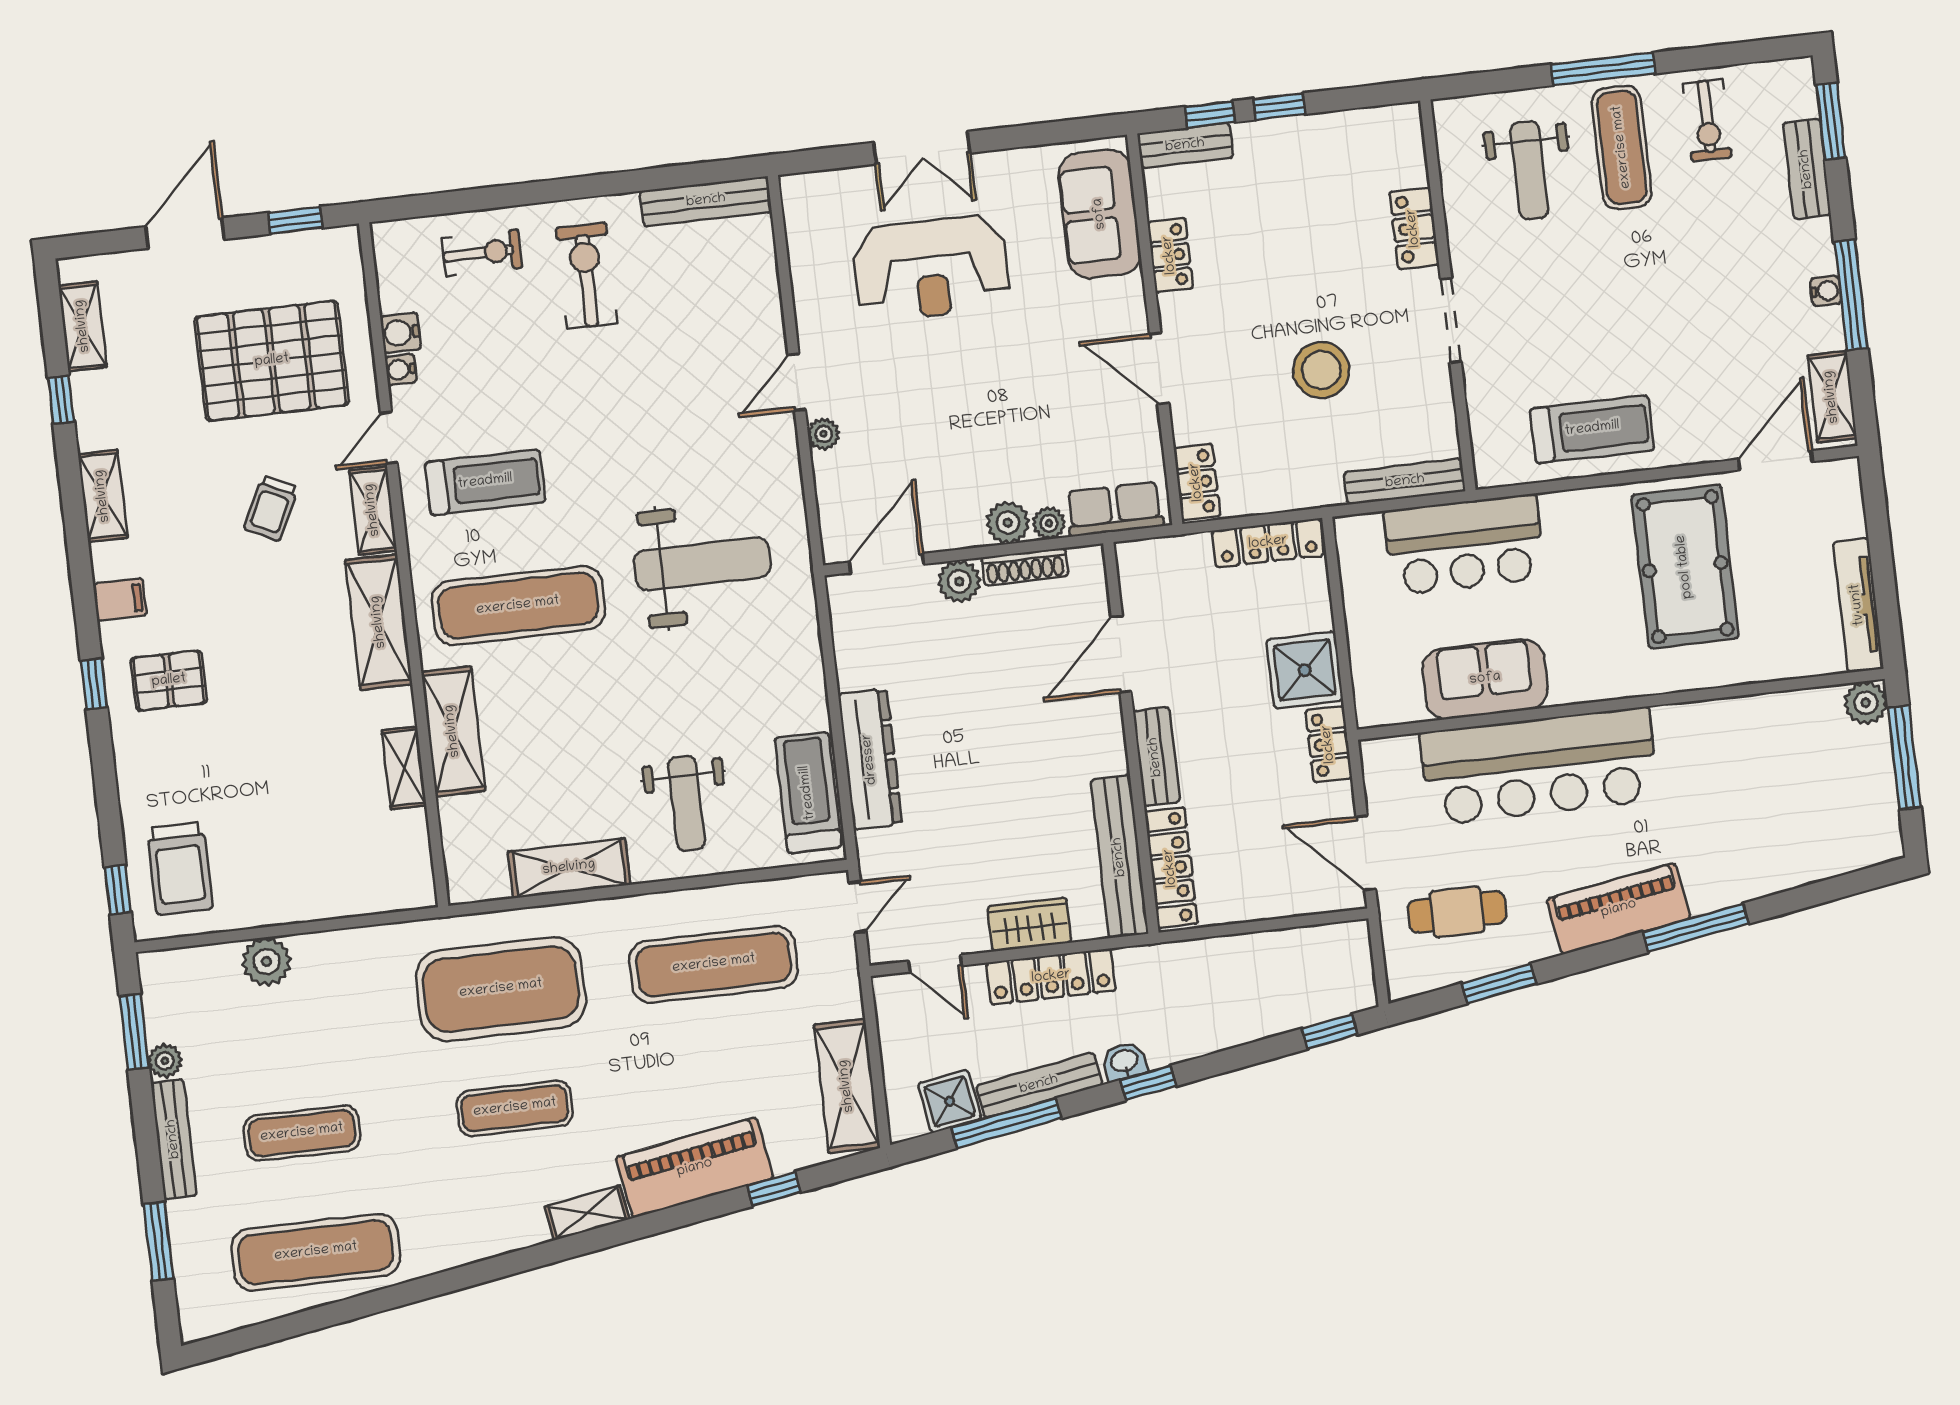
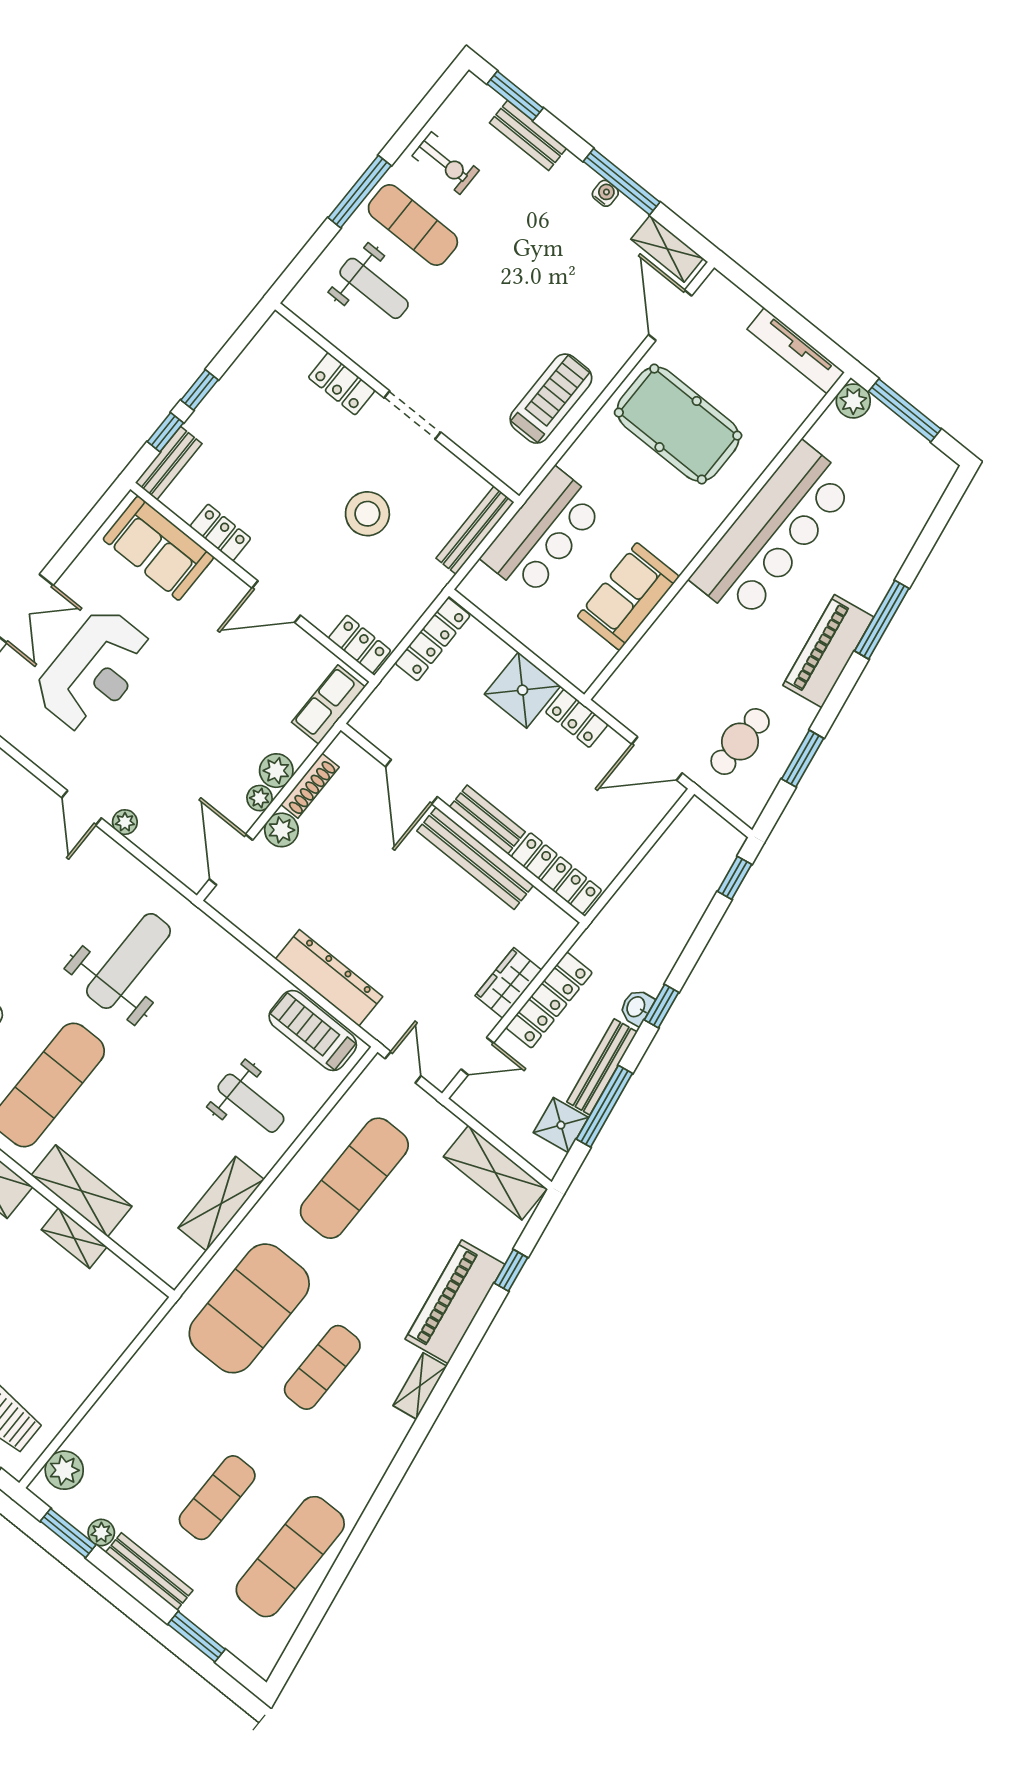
plant: (1049, 523) -> (260, 798), moved
bar counter: (1539, 766) -> (773, 532), moved
bench: (1120, 857) -> (475, 858), moved
plant: (266, 962) -> (64, 1470), moved

